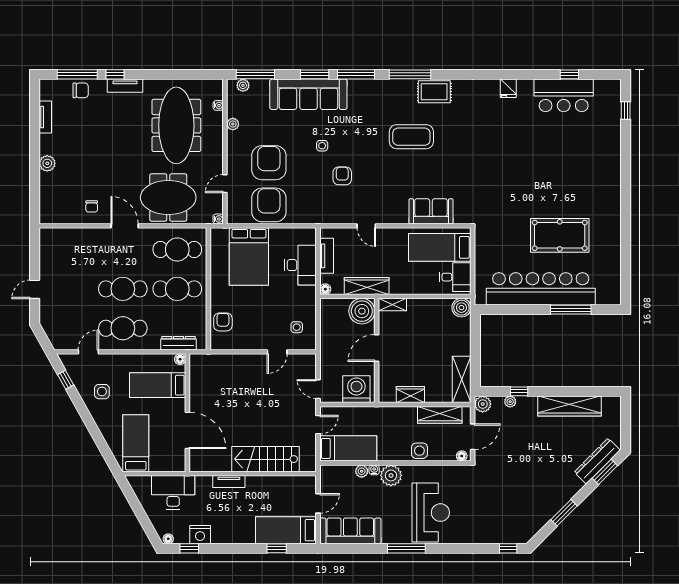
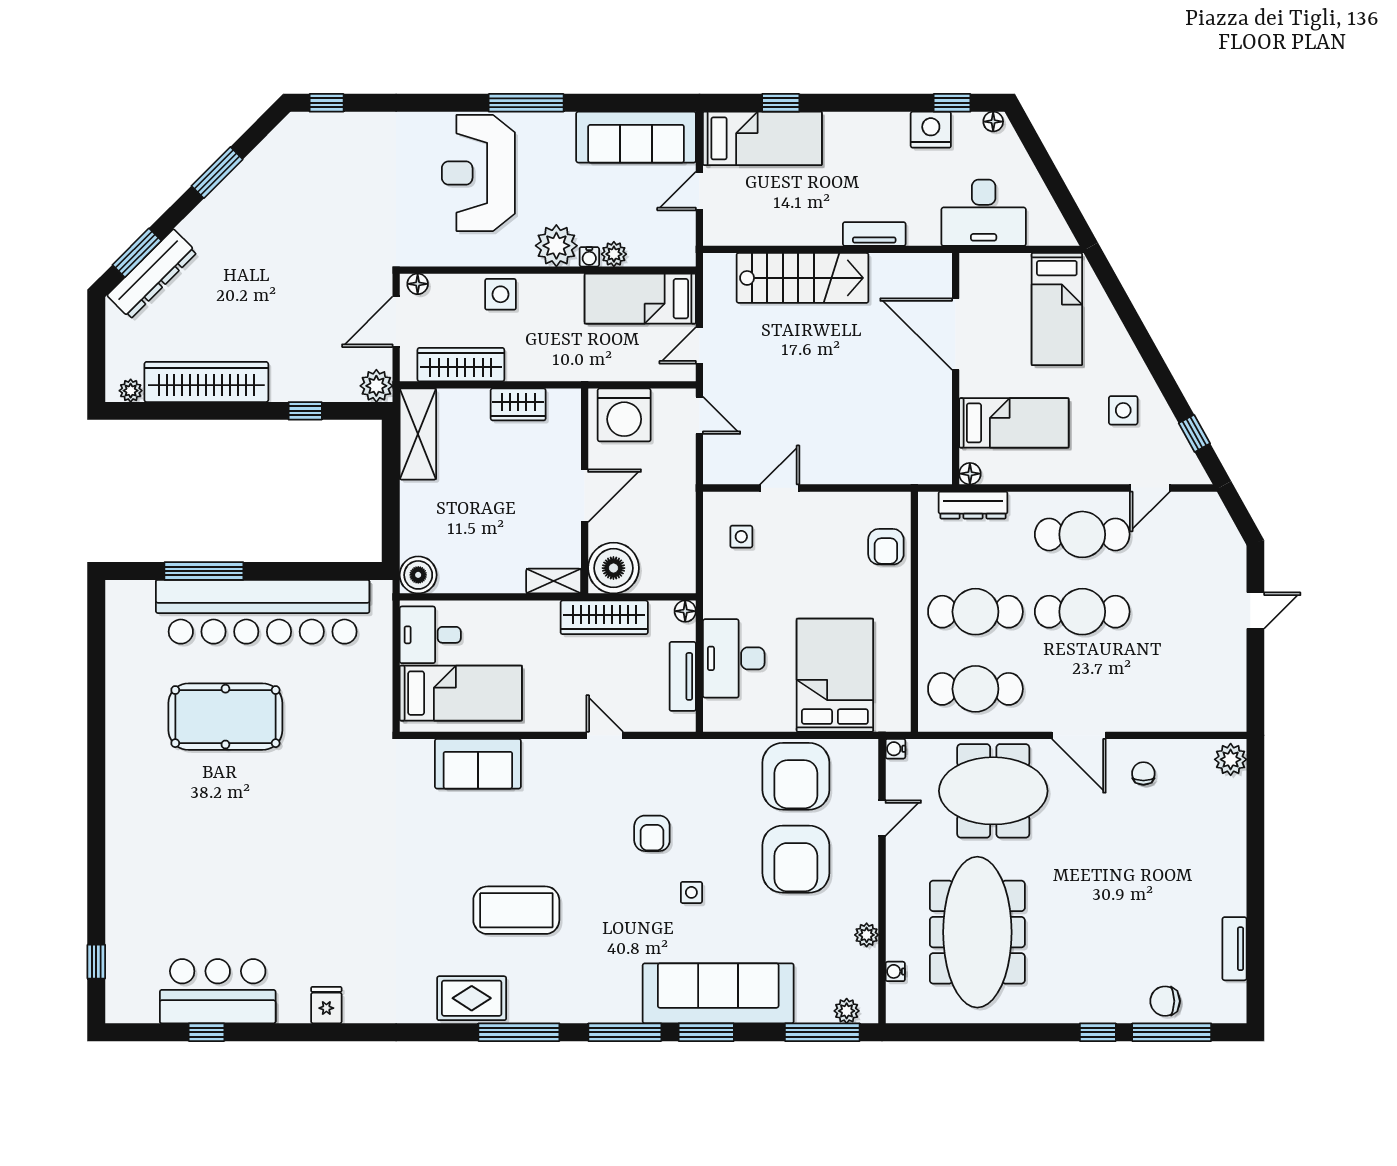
tv unit: (125, 86) -> (1078, 1010), removed
plant: (47, 163) -> (1231, 759), moved
plant: (510, 402) -> (131, 391), moved

